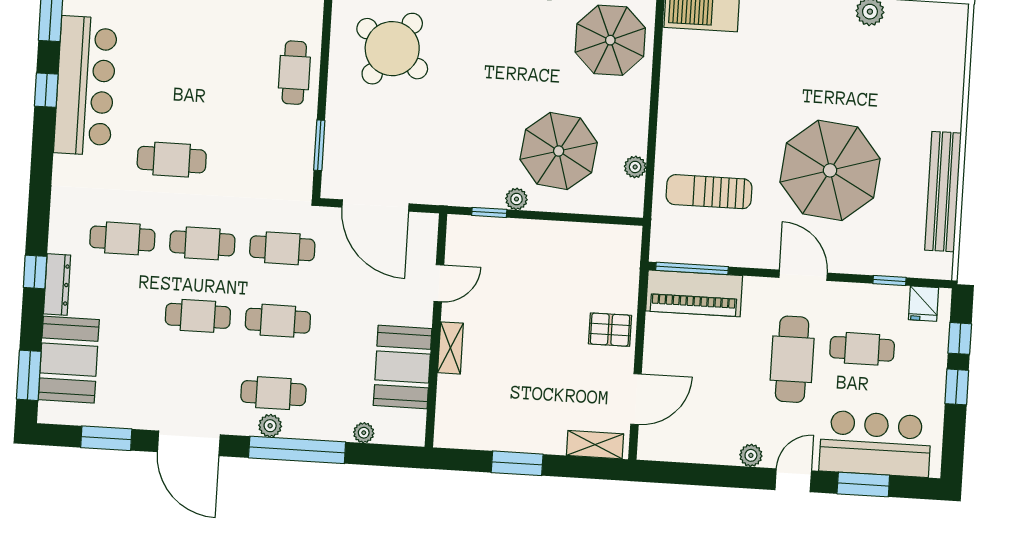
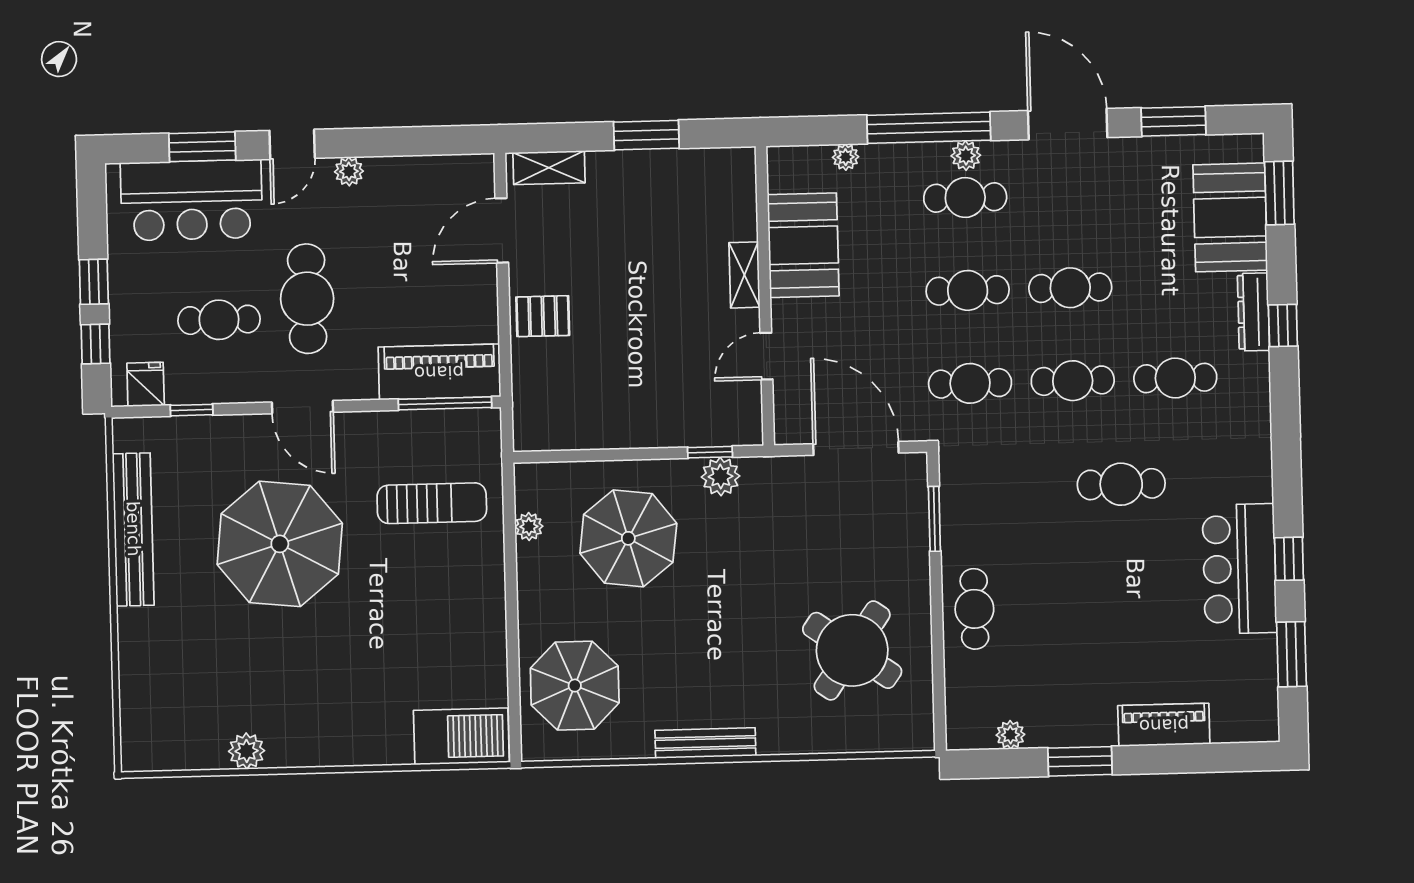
bar counter: (85, 86) -> (1239, 569), width x0.73
plant: (516, 199) -> (721, 477), moved, width x1.38, depth x1.38

